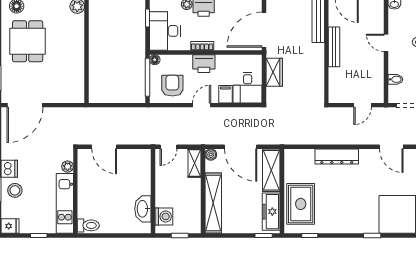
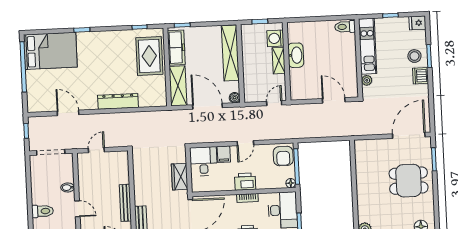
dining table: (28, 41) -> (409, 181), moved, turned 90
bidet: (395, 79) -> (68, 188), moved
armchair: (172, 86) -> (283, 156), moved
shelving: (194, 163) -> (279, 61), moved
washbasin: (143, 209) -> (296, 55), moved

